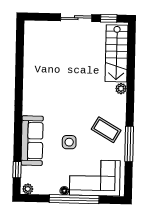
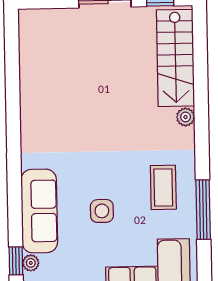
coffee table: (106, 130) -> (163, 187), turned 60
plant: (26, 171) -> (31, 263), added

